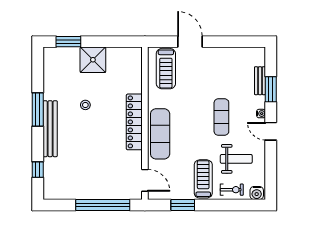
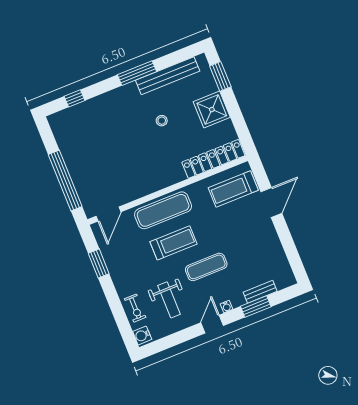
locker: (134, 122) -> (213, 159), moved
bench: (50, 129) -> (168, 76), moved
treadmill: (203, 179) -> (173, 243), moved

